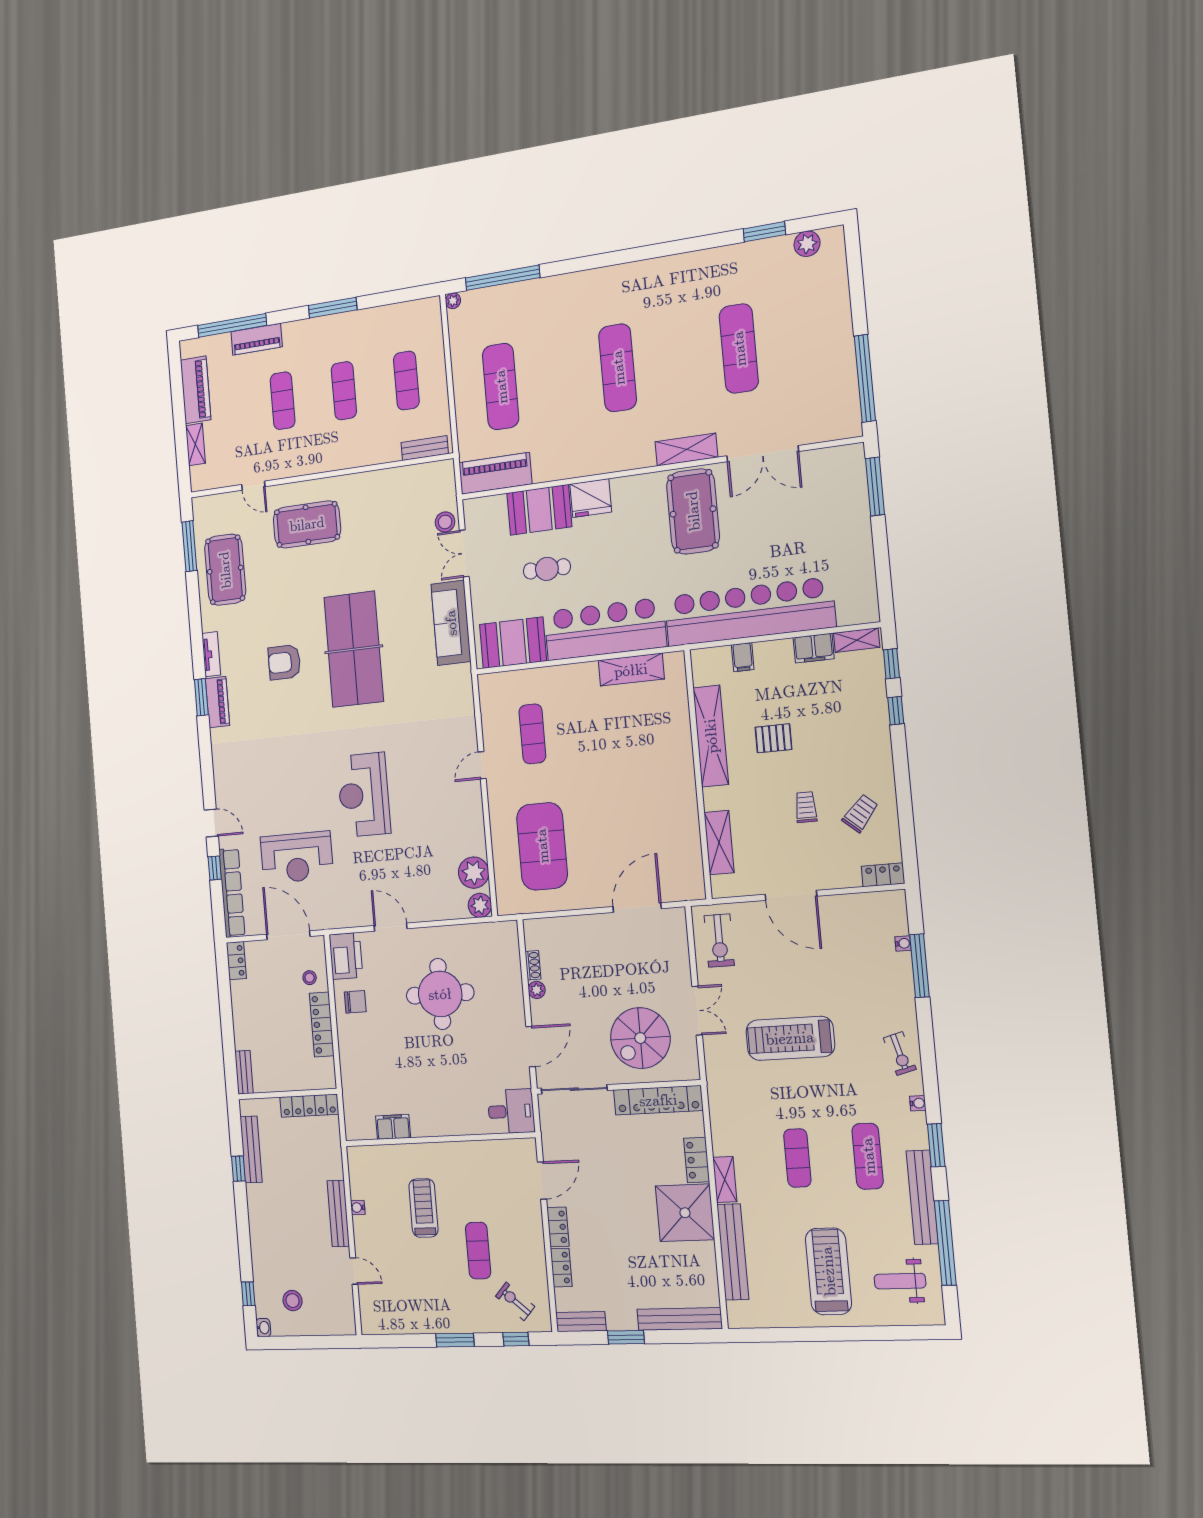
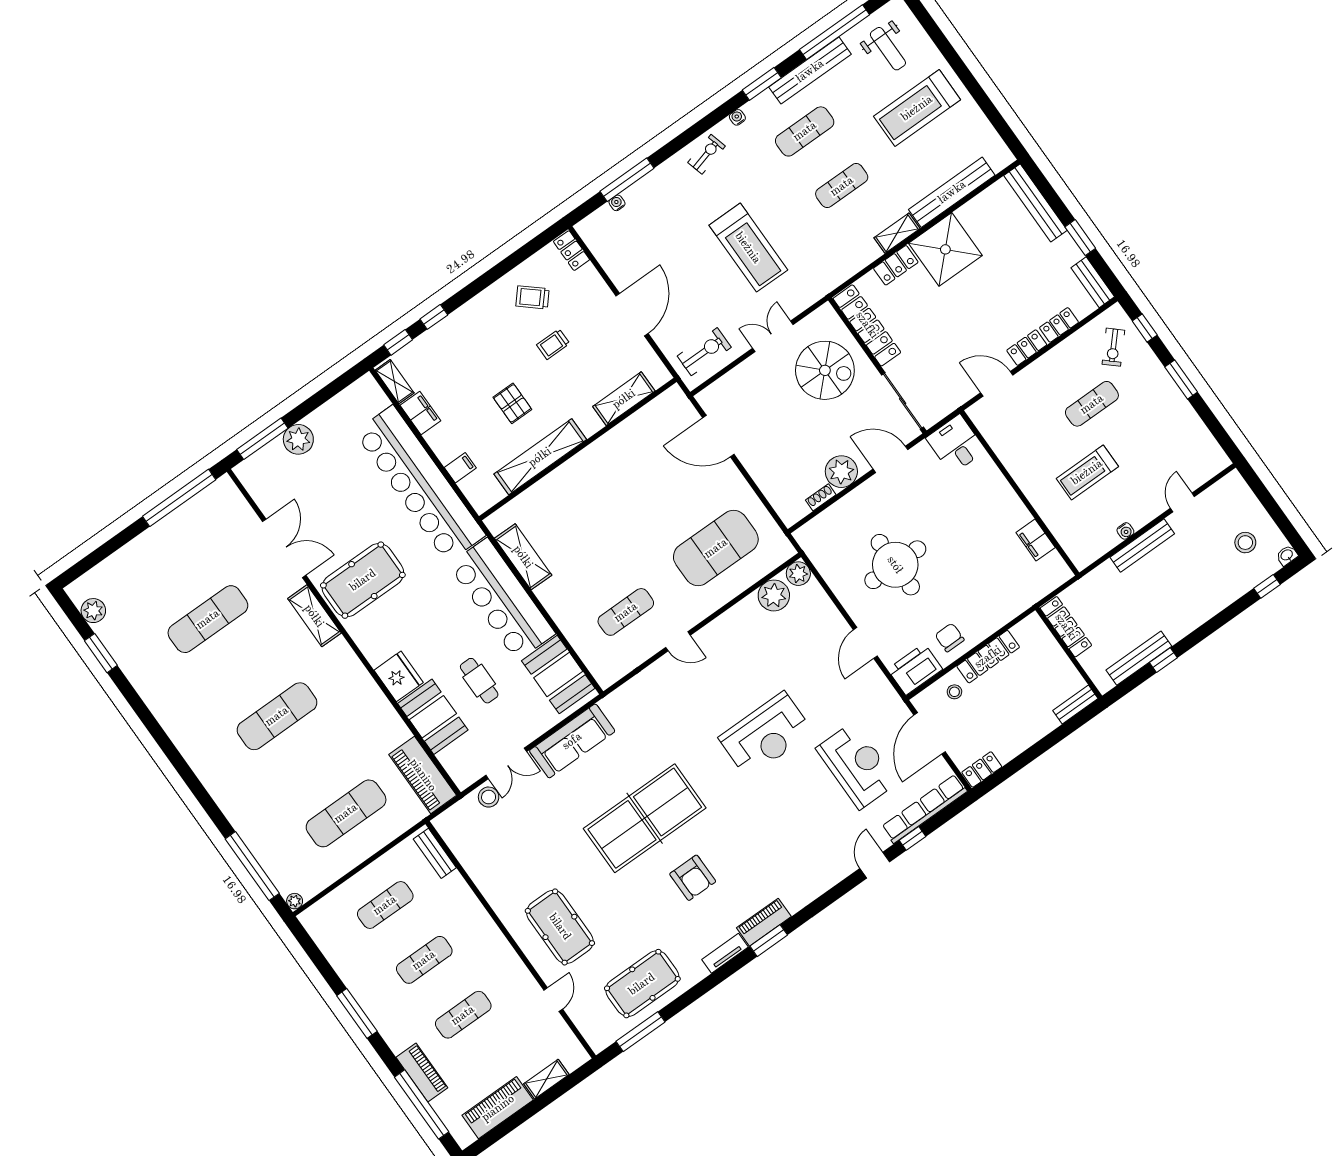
plant: (855, 520) -> (298, 439), added
plant: (537, 990) -> (841, 472), width x1.87, depth x1.87

